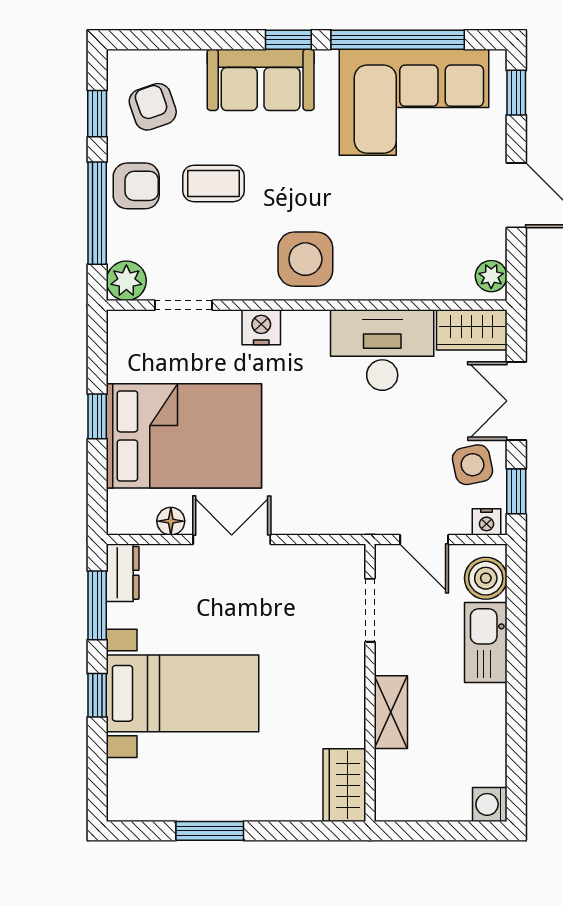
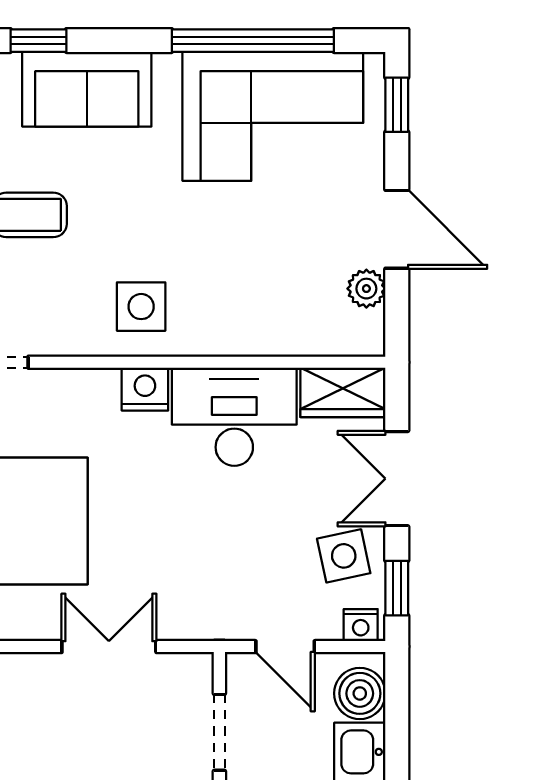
window: (288, 40) -> (38, 41), moved
side table: (305, 259) -> (141, 307), width x0.73, depth x0.73
plant: (491, 276) -> (366, 289), moved
nightstand: (261, 327) -> (145, 389), moved
double door: (232, 540) -> (109, 647), moved

